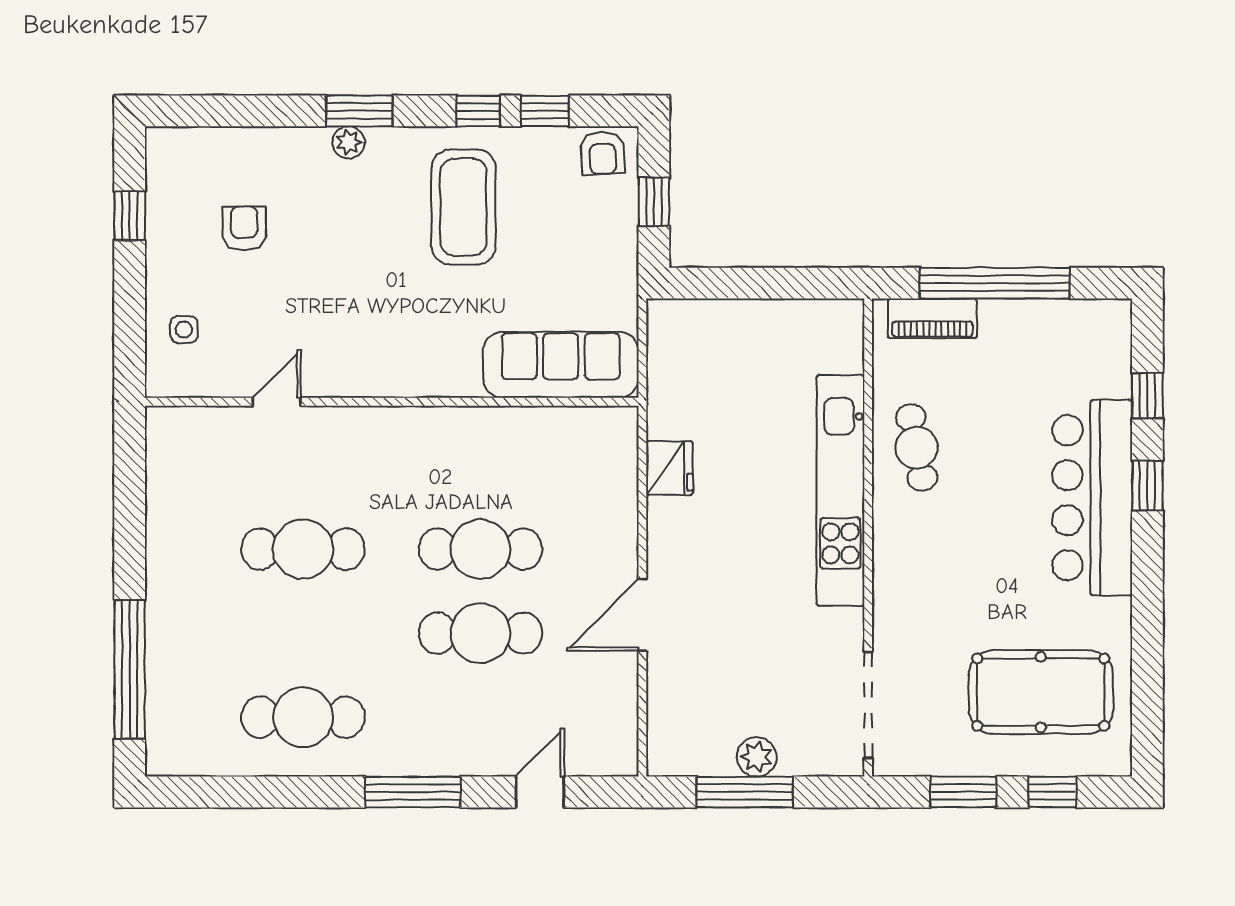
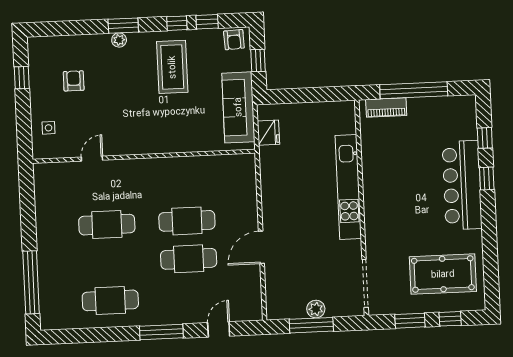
sofa: (561, 365) -> (238, 107), moved, turned -90
cafe table: (917, 448) -> (382, 166), removed
fridge: (670, 468) -> (268, 133), moved

